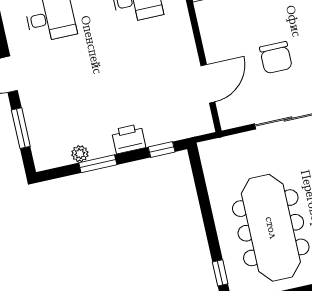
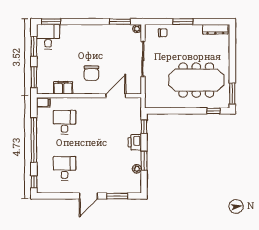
chair: (276, 58) -> (91, 73), moved, turned 90
door: (208, 84) -> (116, 96), hinge flipped

